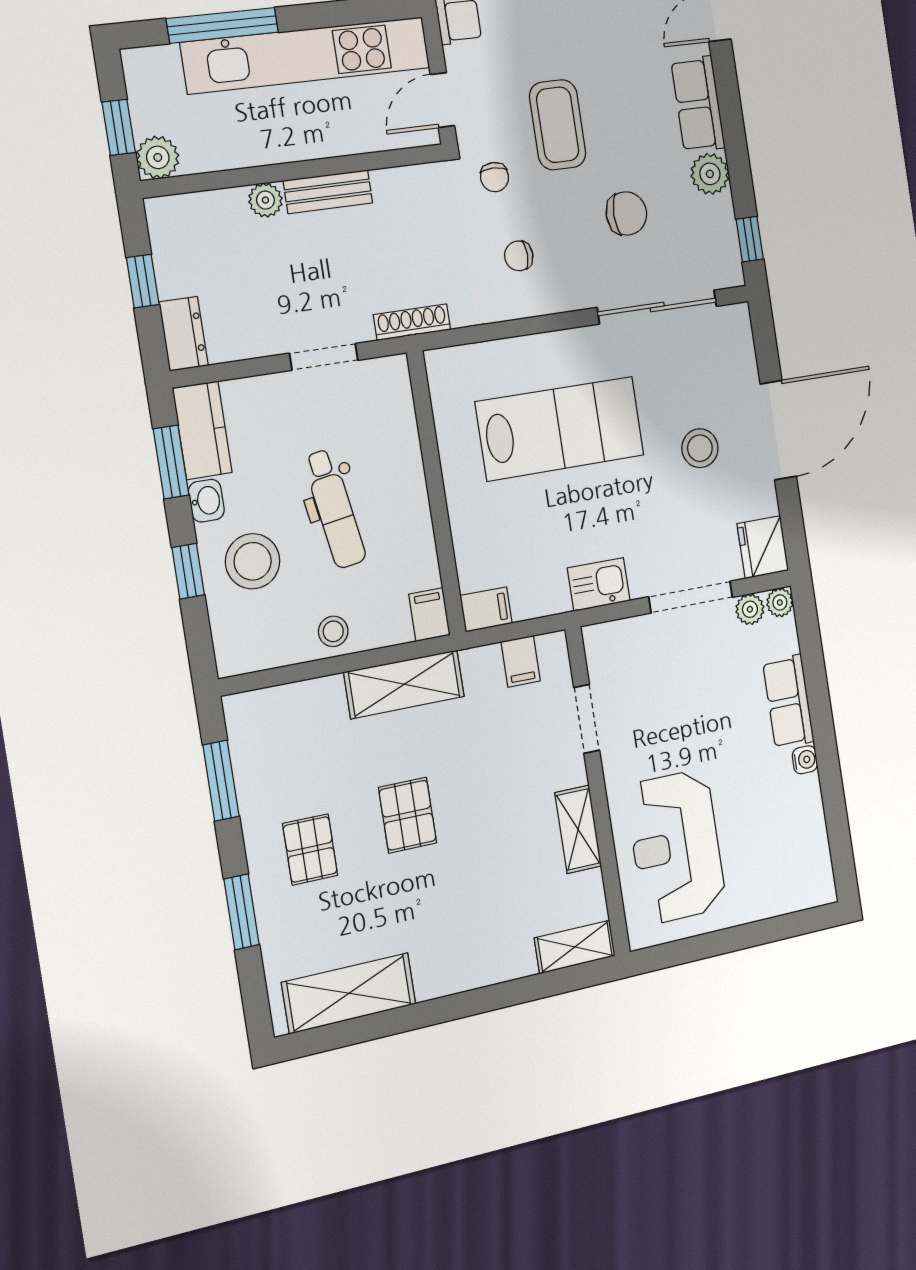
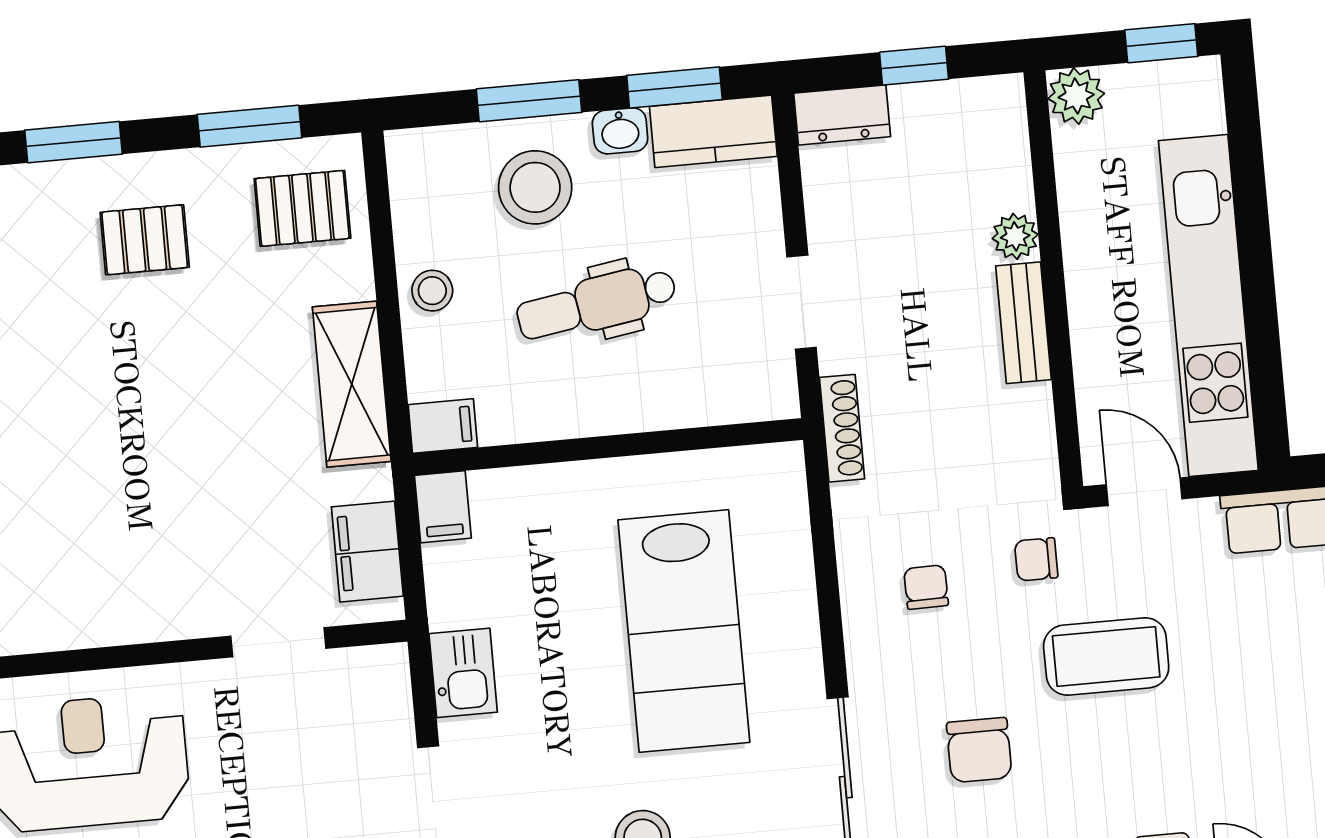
window: (222, 25) -> (1250, 194), removed
window: (119, 127) -> (1161, 43), moved
window: (188, 571) -> (529, 101), width x1.50
filing cabinet: (521, 661) -> (367, 552), width x2.00
pallet: (408, 815) -> (302, 208), moved
shelving: (578, 829) -> (127, 619), removed

